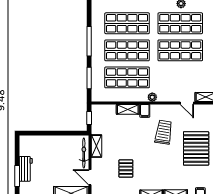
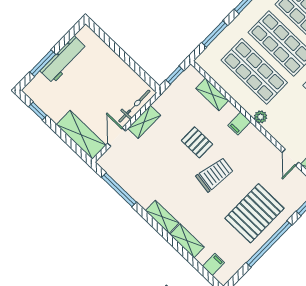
shelving: (128, 109) -> (212, 94), moved
trolley: (164, 132) -> (215, 174), moved
shelving: (96, 146) -> (144, 122), moved
pallet: (126, 168) -> (197, 142), moved, turned 90
workbench: (26, 169) -> (64, 60), width x1.38

